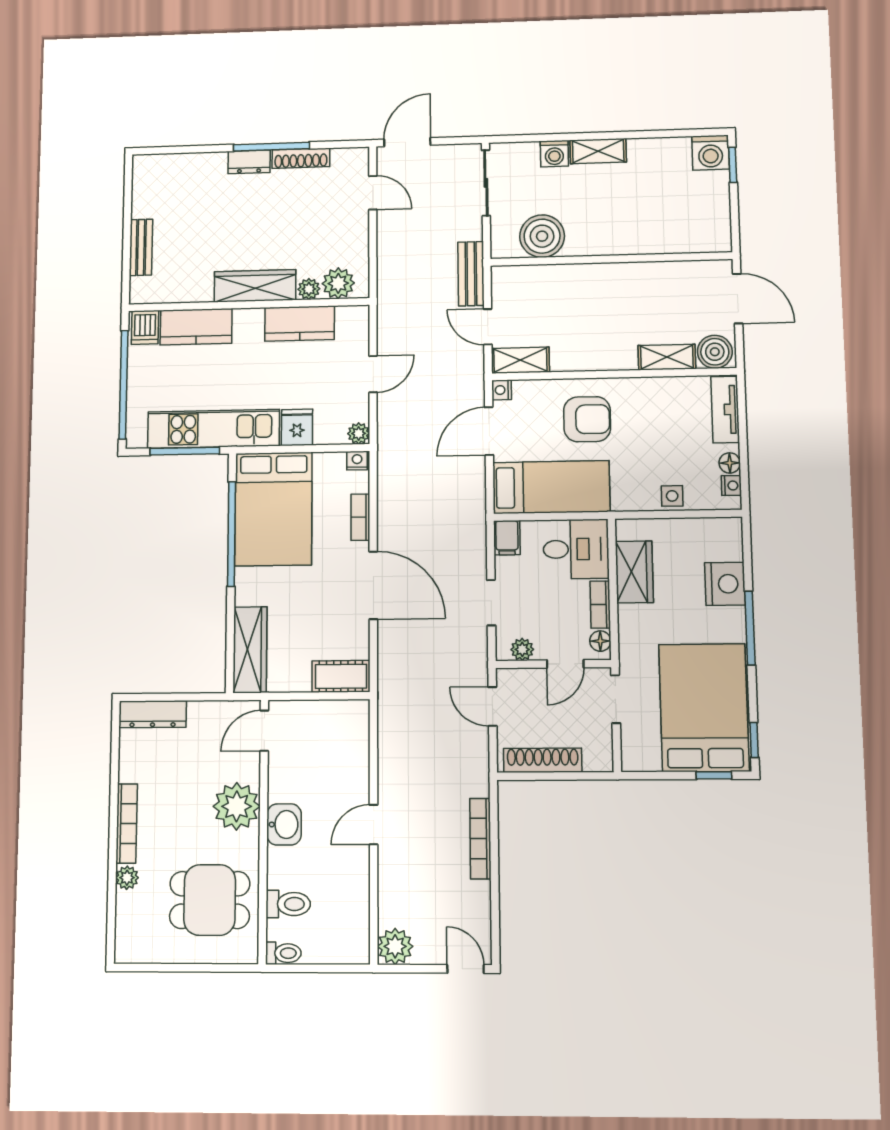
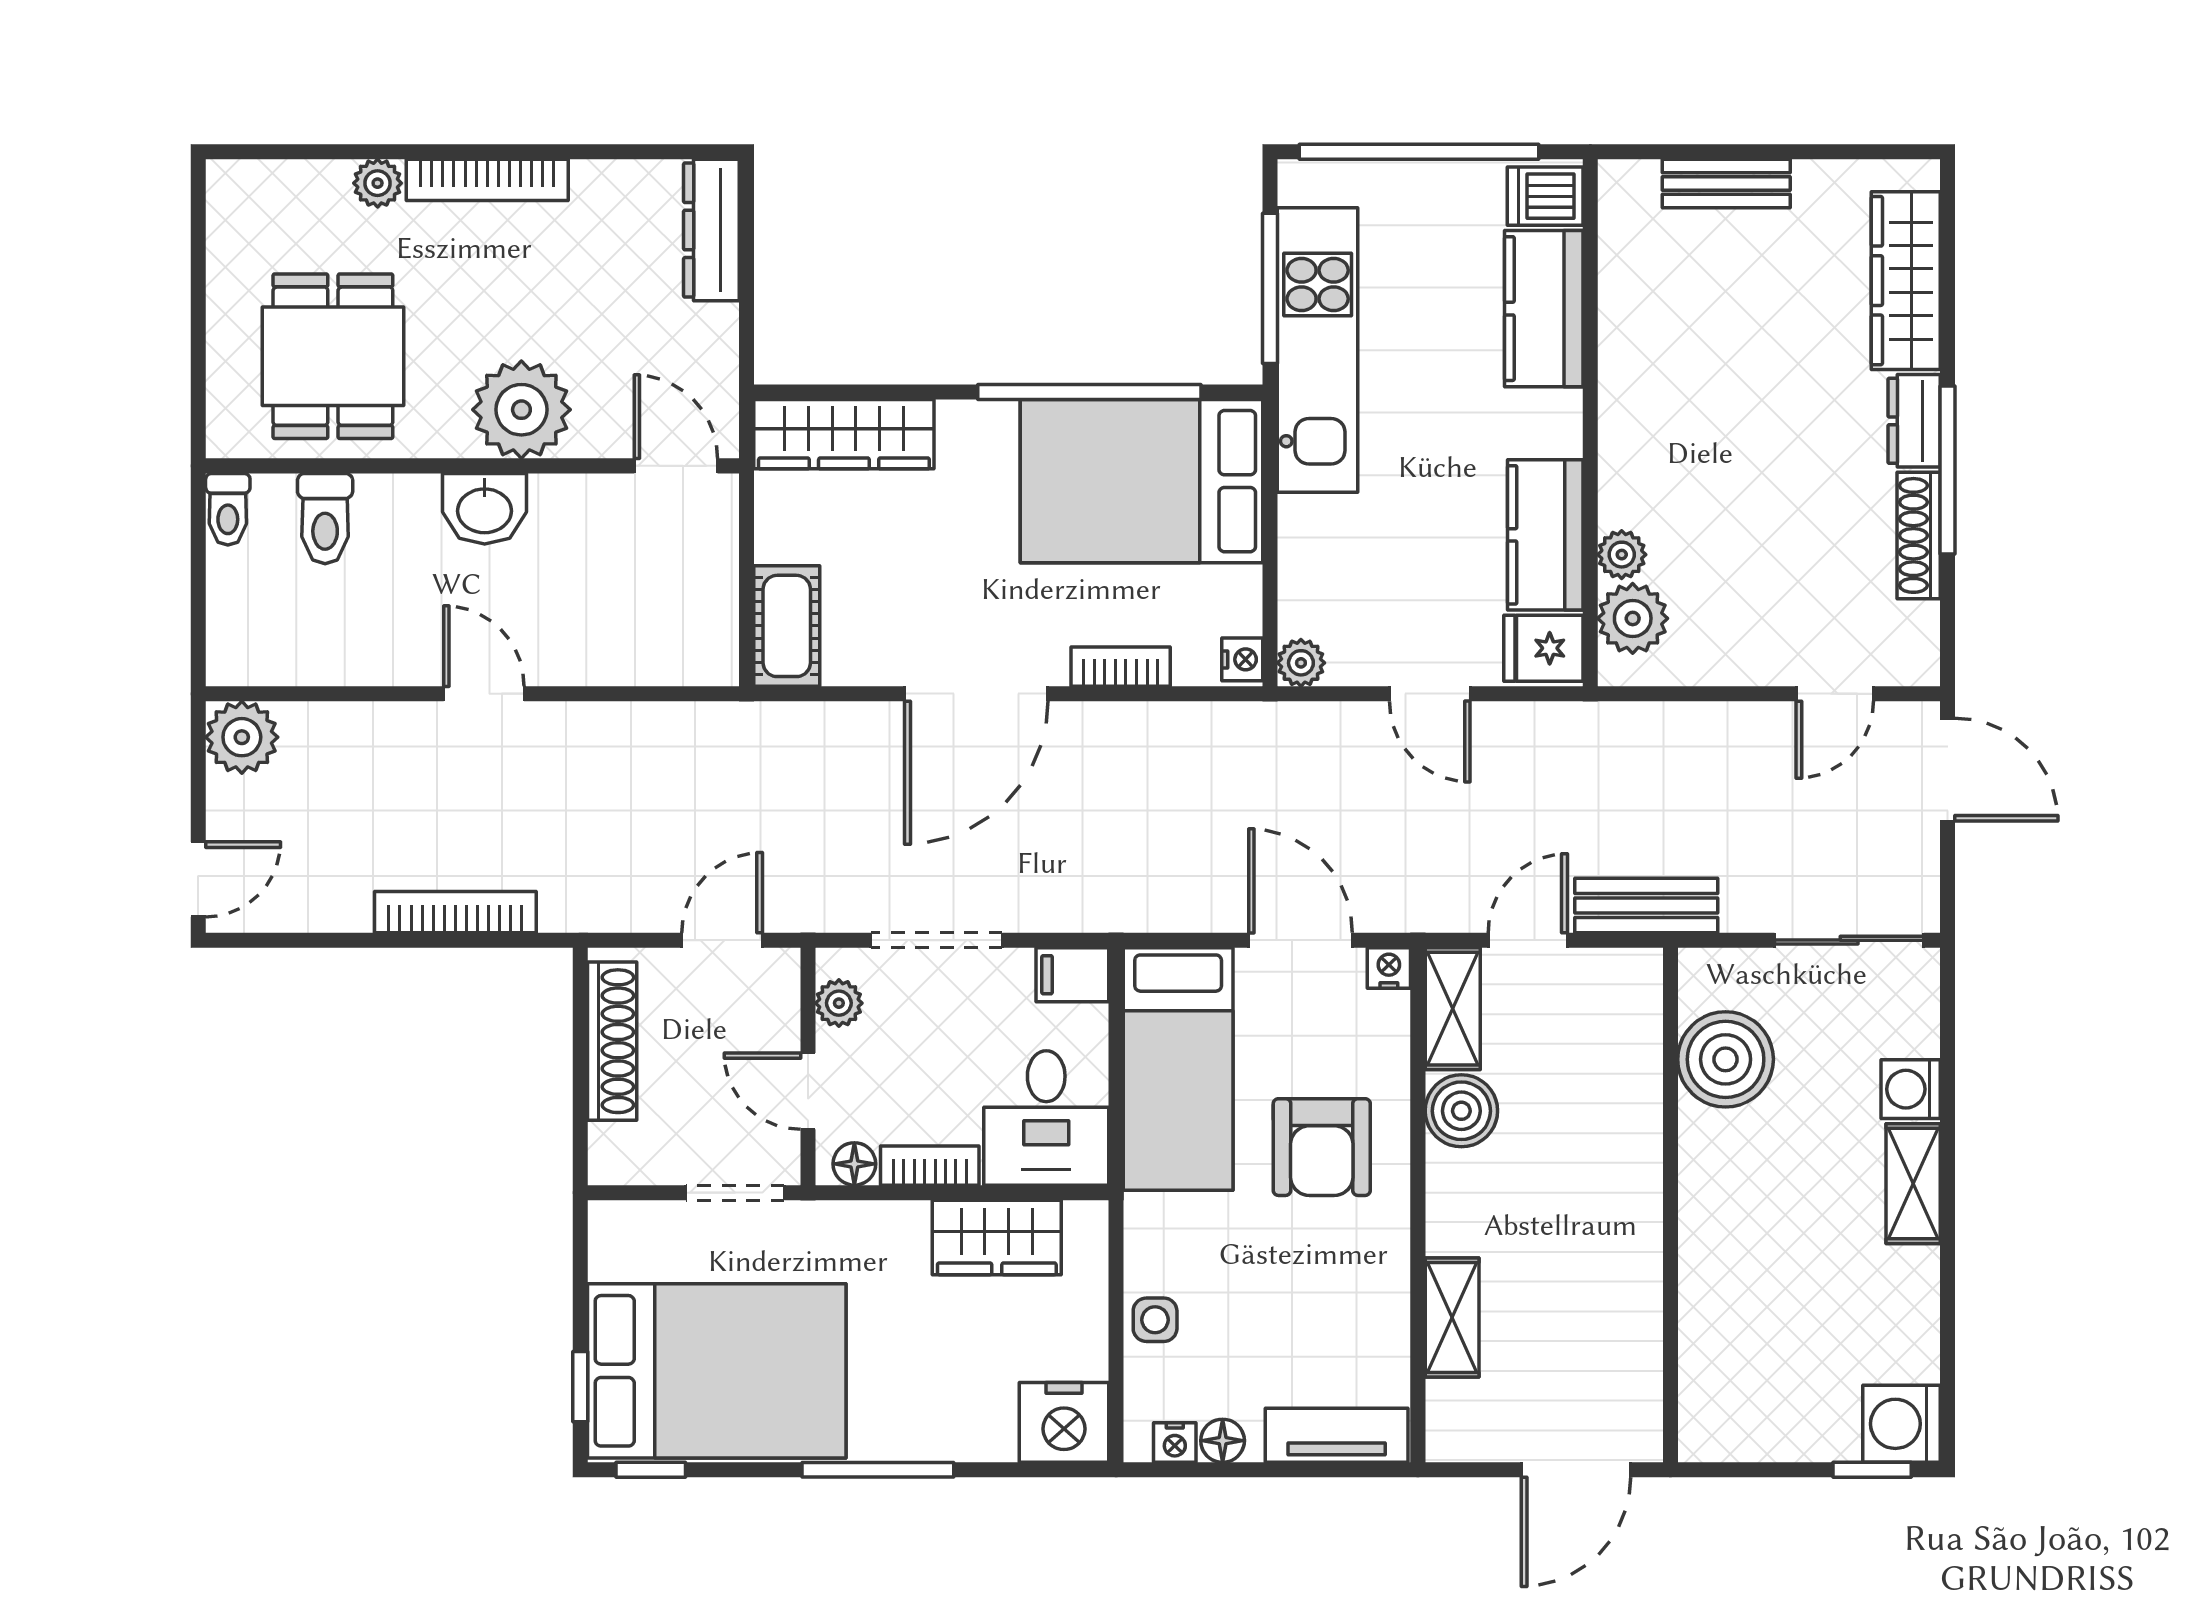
wardrobe: (255, 286) -> (1906, 281), moved, turned 180
boiler: (715, 352) -> (1461, 1111), moved
fridge: (297, 427) -> (1543, 648), moved, turned 180
nightstand: (725, 584) -> (1064, 1422), moved
doorway: (491, 603) -> (937, 940), width x1.38

